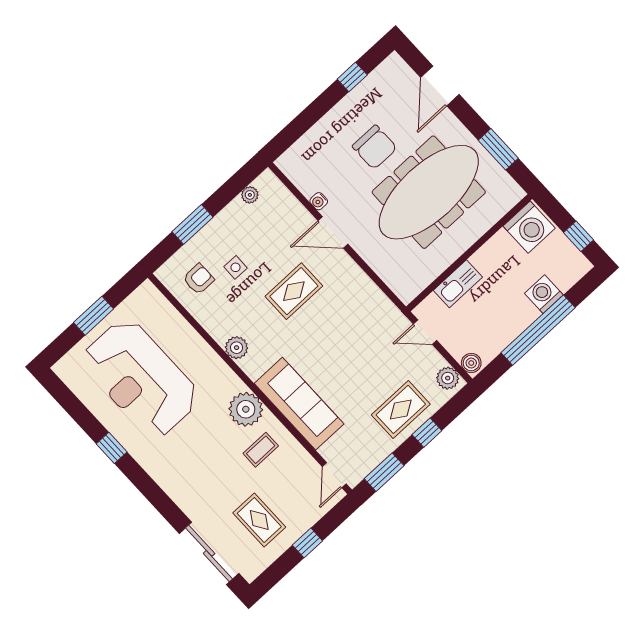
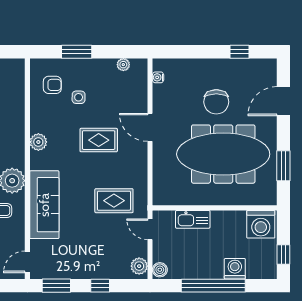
water cooler: (319, 201) -> (158, 77), moved
rug: (401, 409) -> (114, 201), moved

